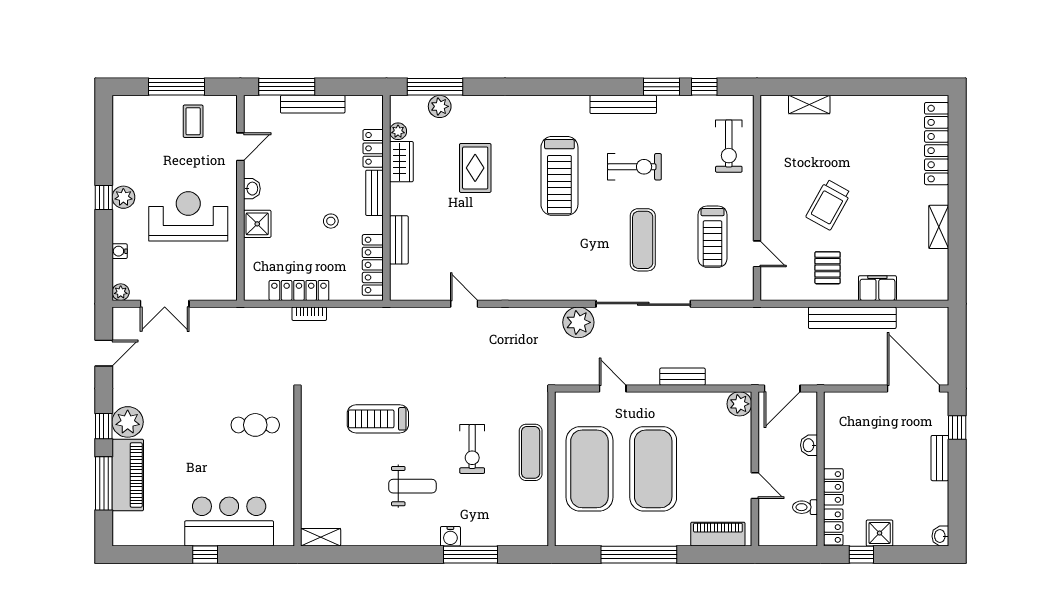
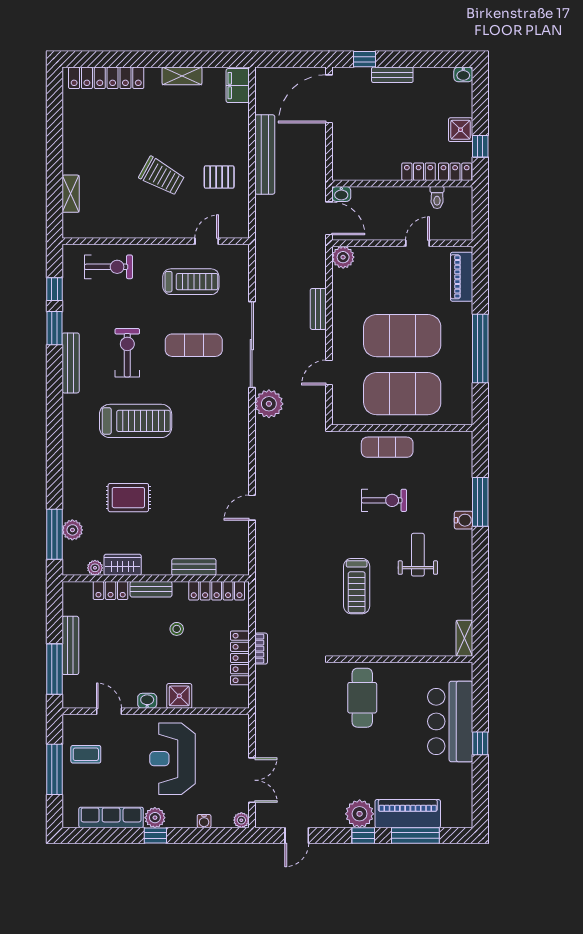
row of seats: (124, 149) -> (111, 817), added
filing cabinet: (877, 288) -> (238, 86), moved
door: (104, 353) -> (297, 836), swing flipped
cafe table: (255, 425) -> (362, 698), width x1.37, depth x1.35
washbasin: (809, 445) -> (341, 194), moved

